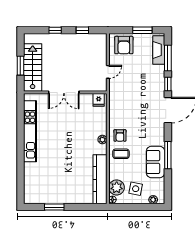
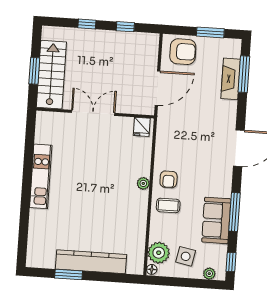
armchair: (124, 45) -> (183, 52), turned -90
fireplace: (159, 50) -> (231, 79), moved
door: (108, 72) -> (158, 88), width x1.88
window: (168, 84) -> (231, 262), moved
double door: (64, 92) -> (93, 113), swing flipped
kitchen unit: (30, 131) -> (41, 176), width x0.73
kitchen counter: (100, 179) -> (91, 262), moved, turned 90

